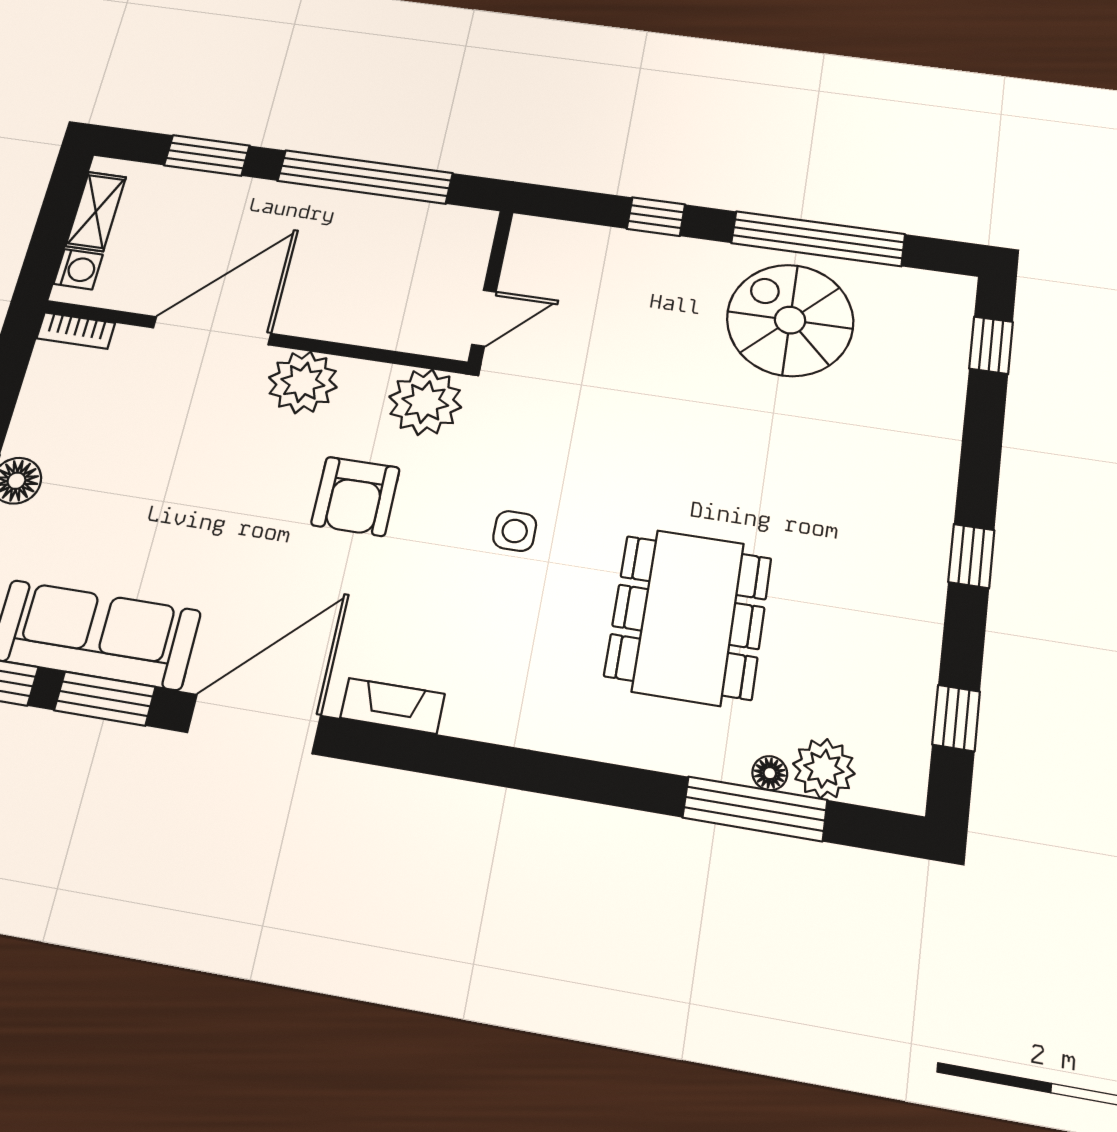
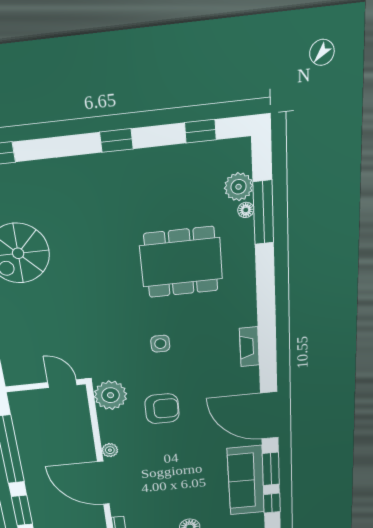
plant: (303, 382) -> (110, 450), width x0.53, depth x0.53
fireplace: (392, 706) -> (249, 347), moved

